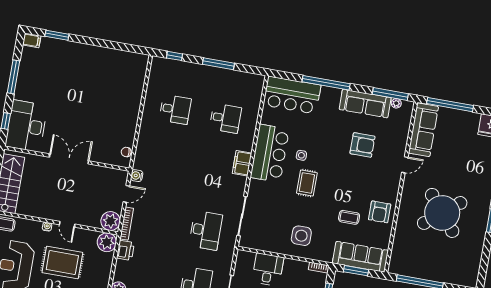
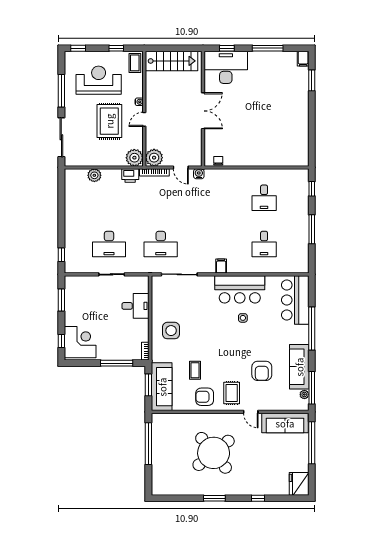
filing cabinet: (242, 163) -> (221, 266), width x0.50
rug: (307, 183) -> (232, 393), moved, turned 90

